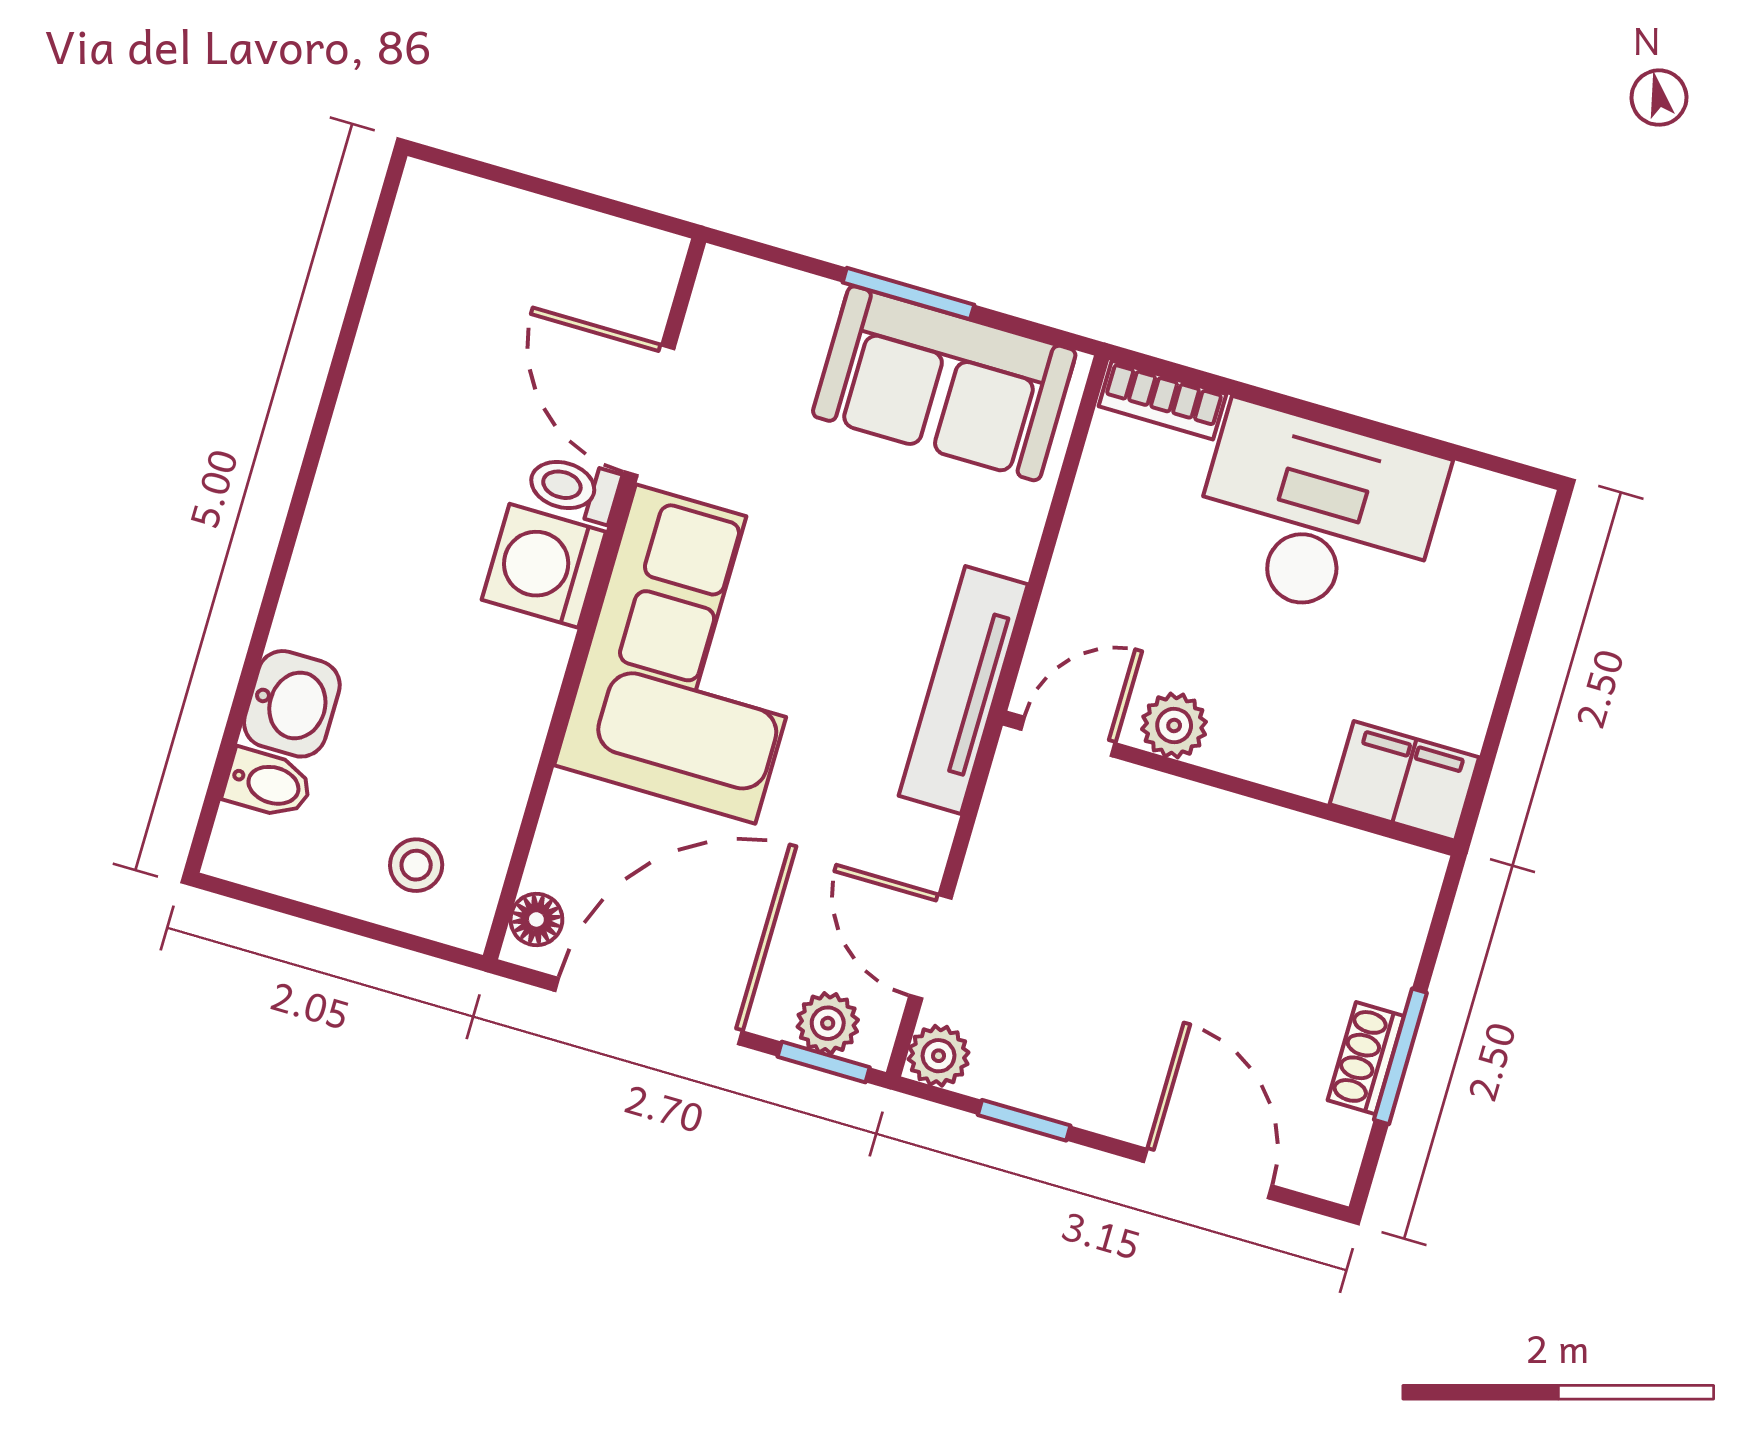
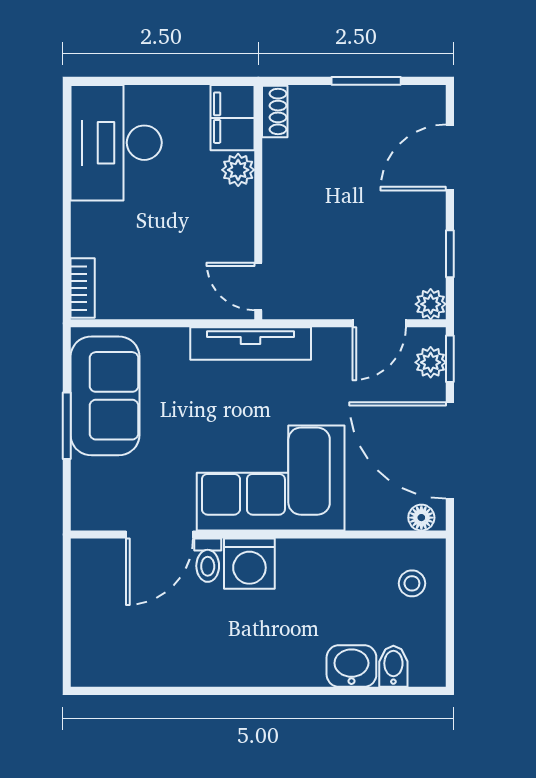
desk: (1317, 515) -> (116, 143), moved
plant: (1174, 725) -> (238, 170), moved
shoe rack: (1366, 1058) -> (275, 111), moved, turned -90

